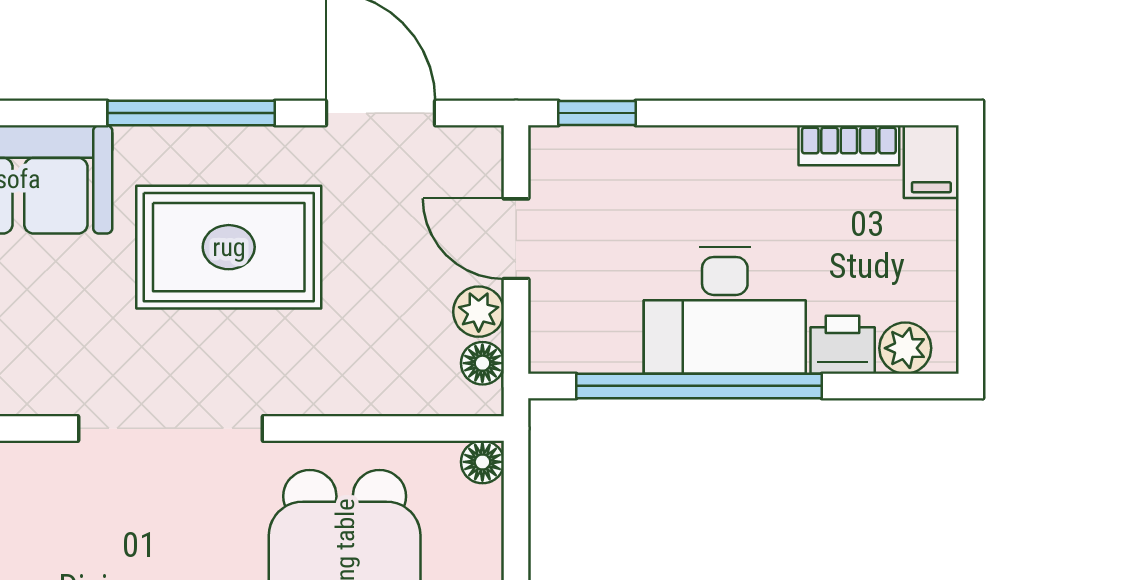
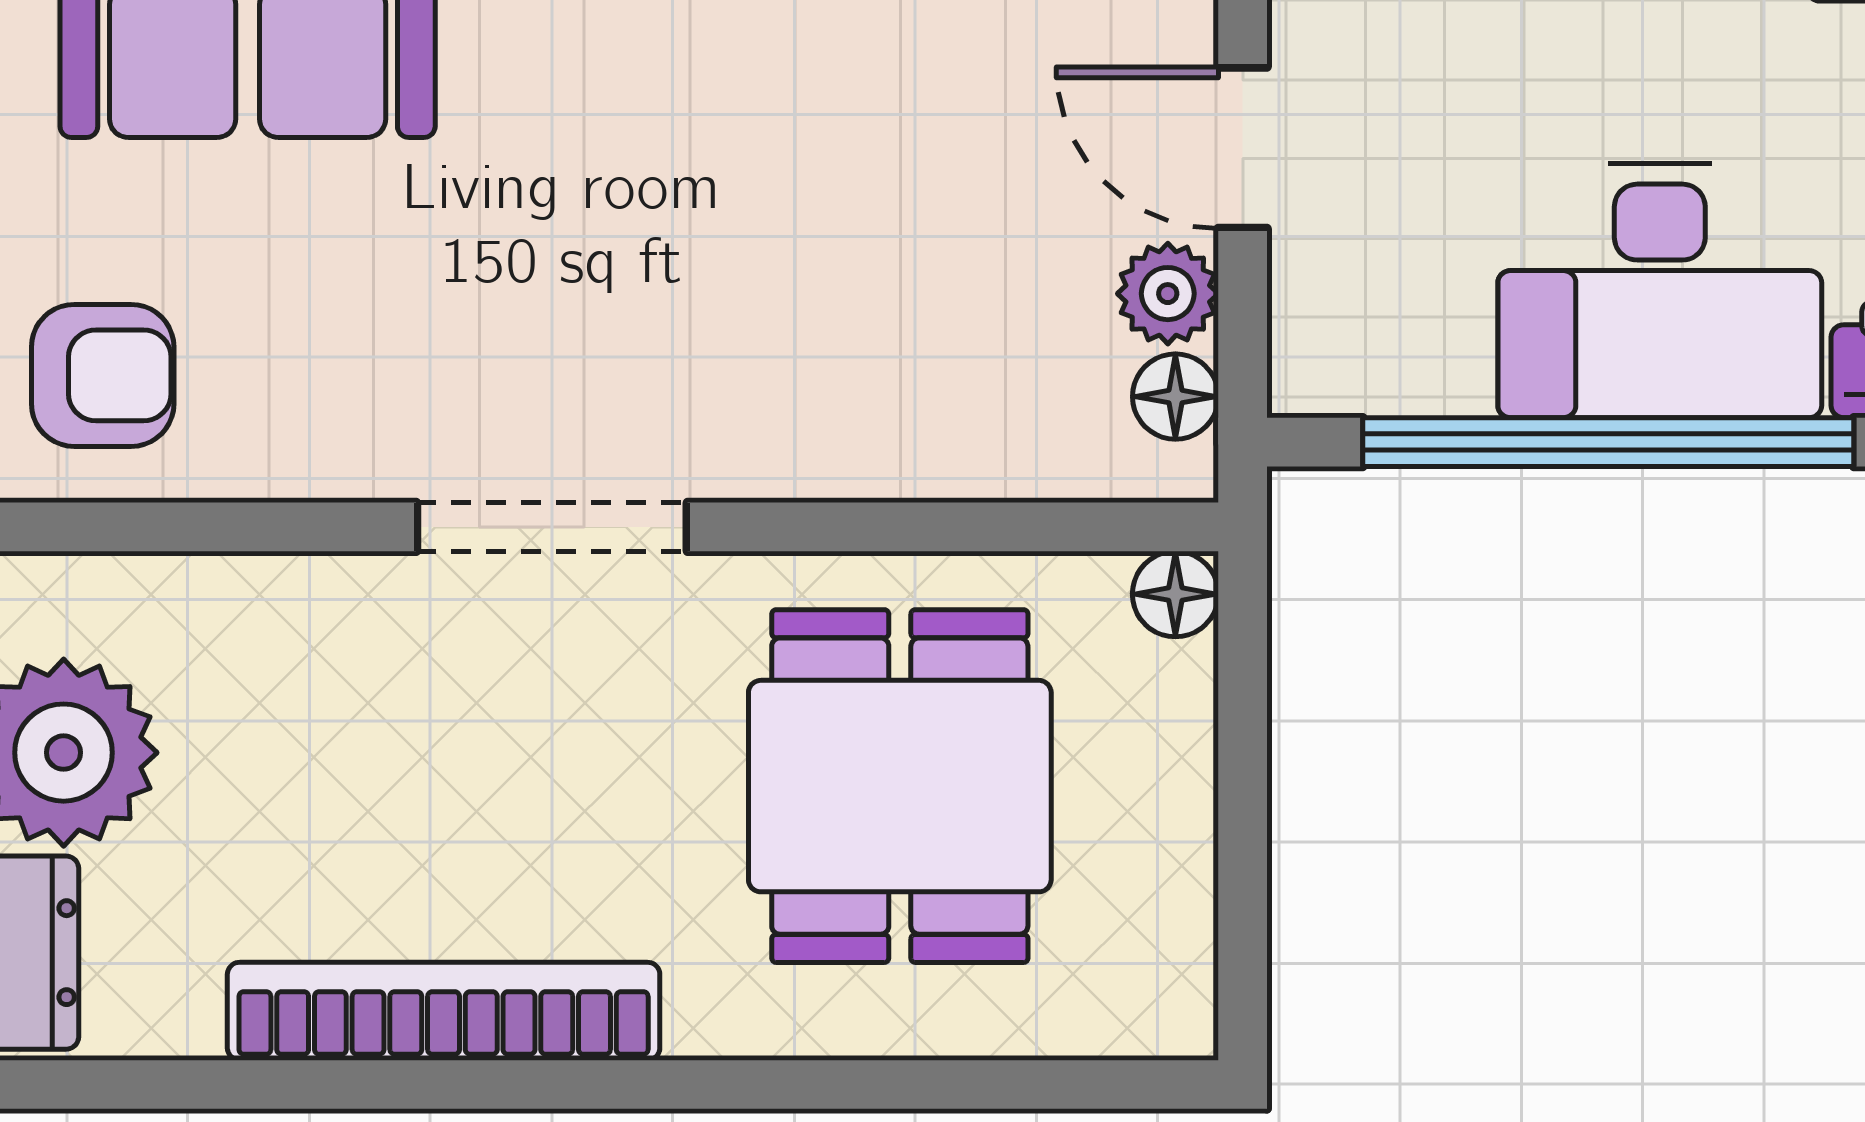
rug: (229, 247) -> (668, 165), removed
doorway: (171, 428) -> (552, 527), width x0.73

